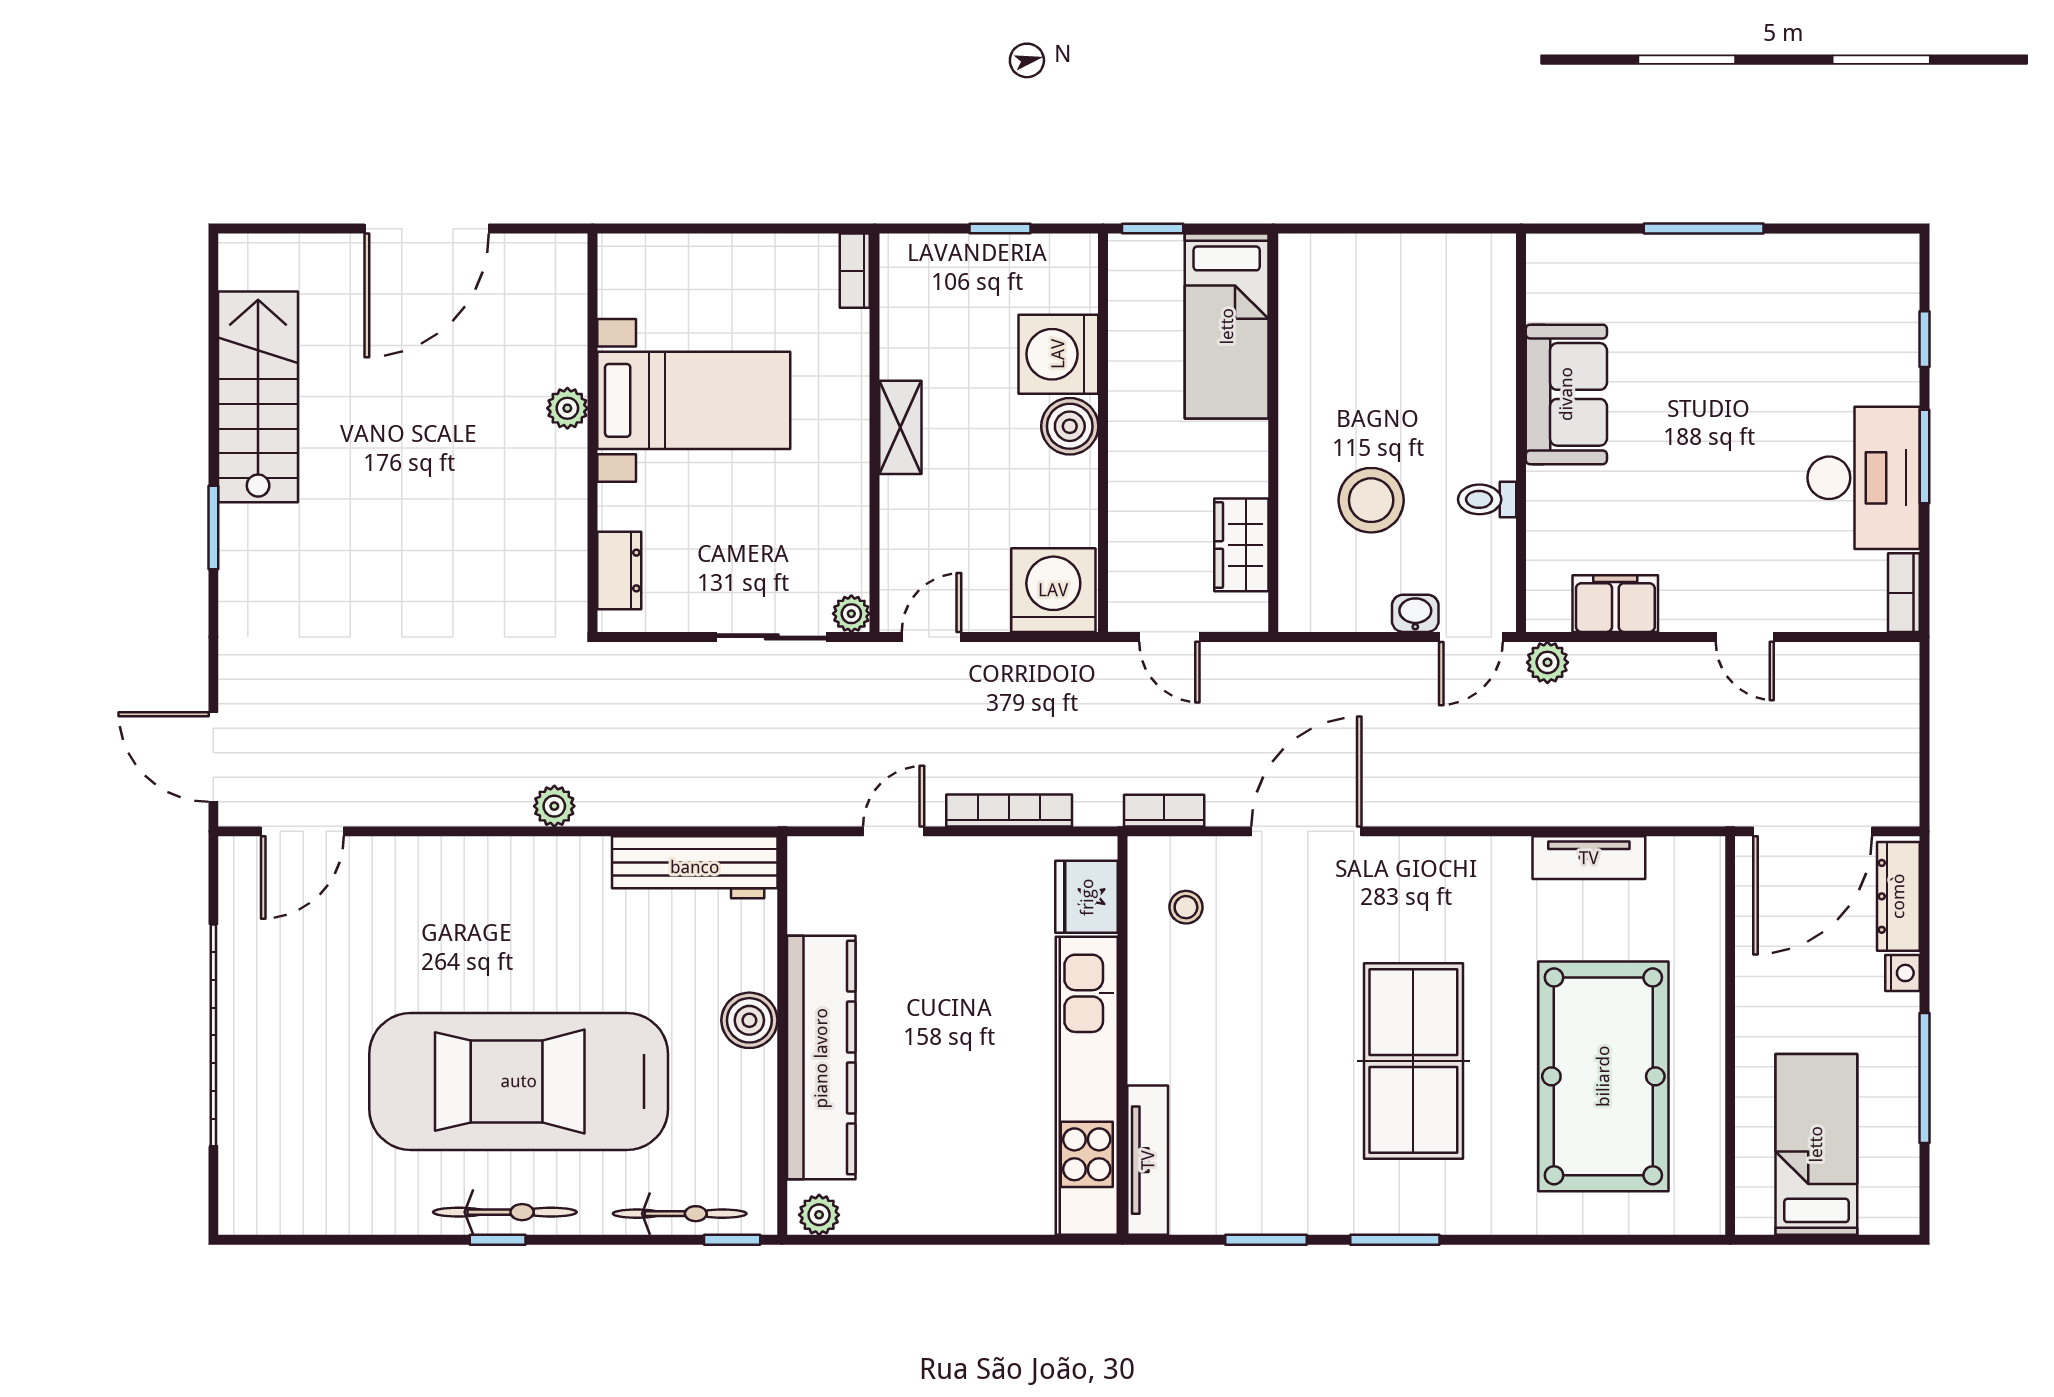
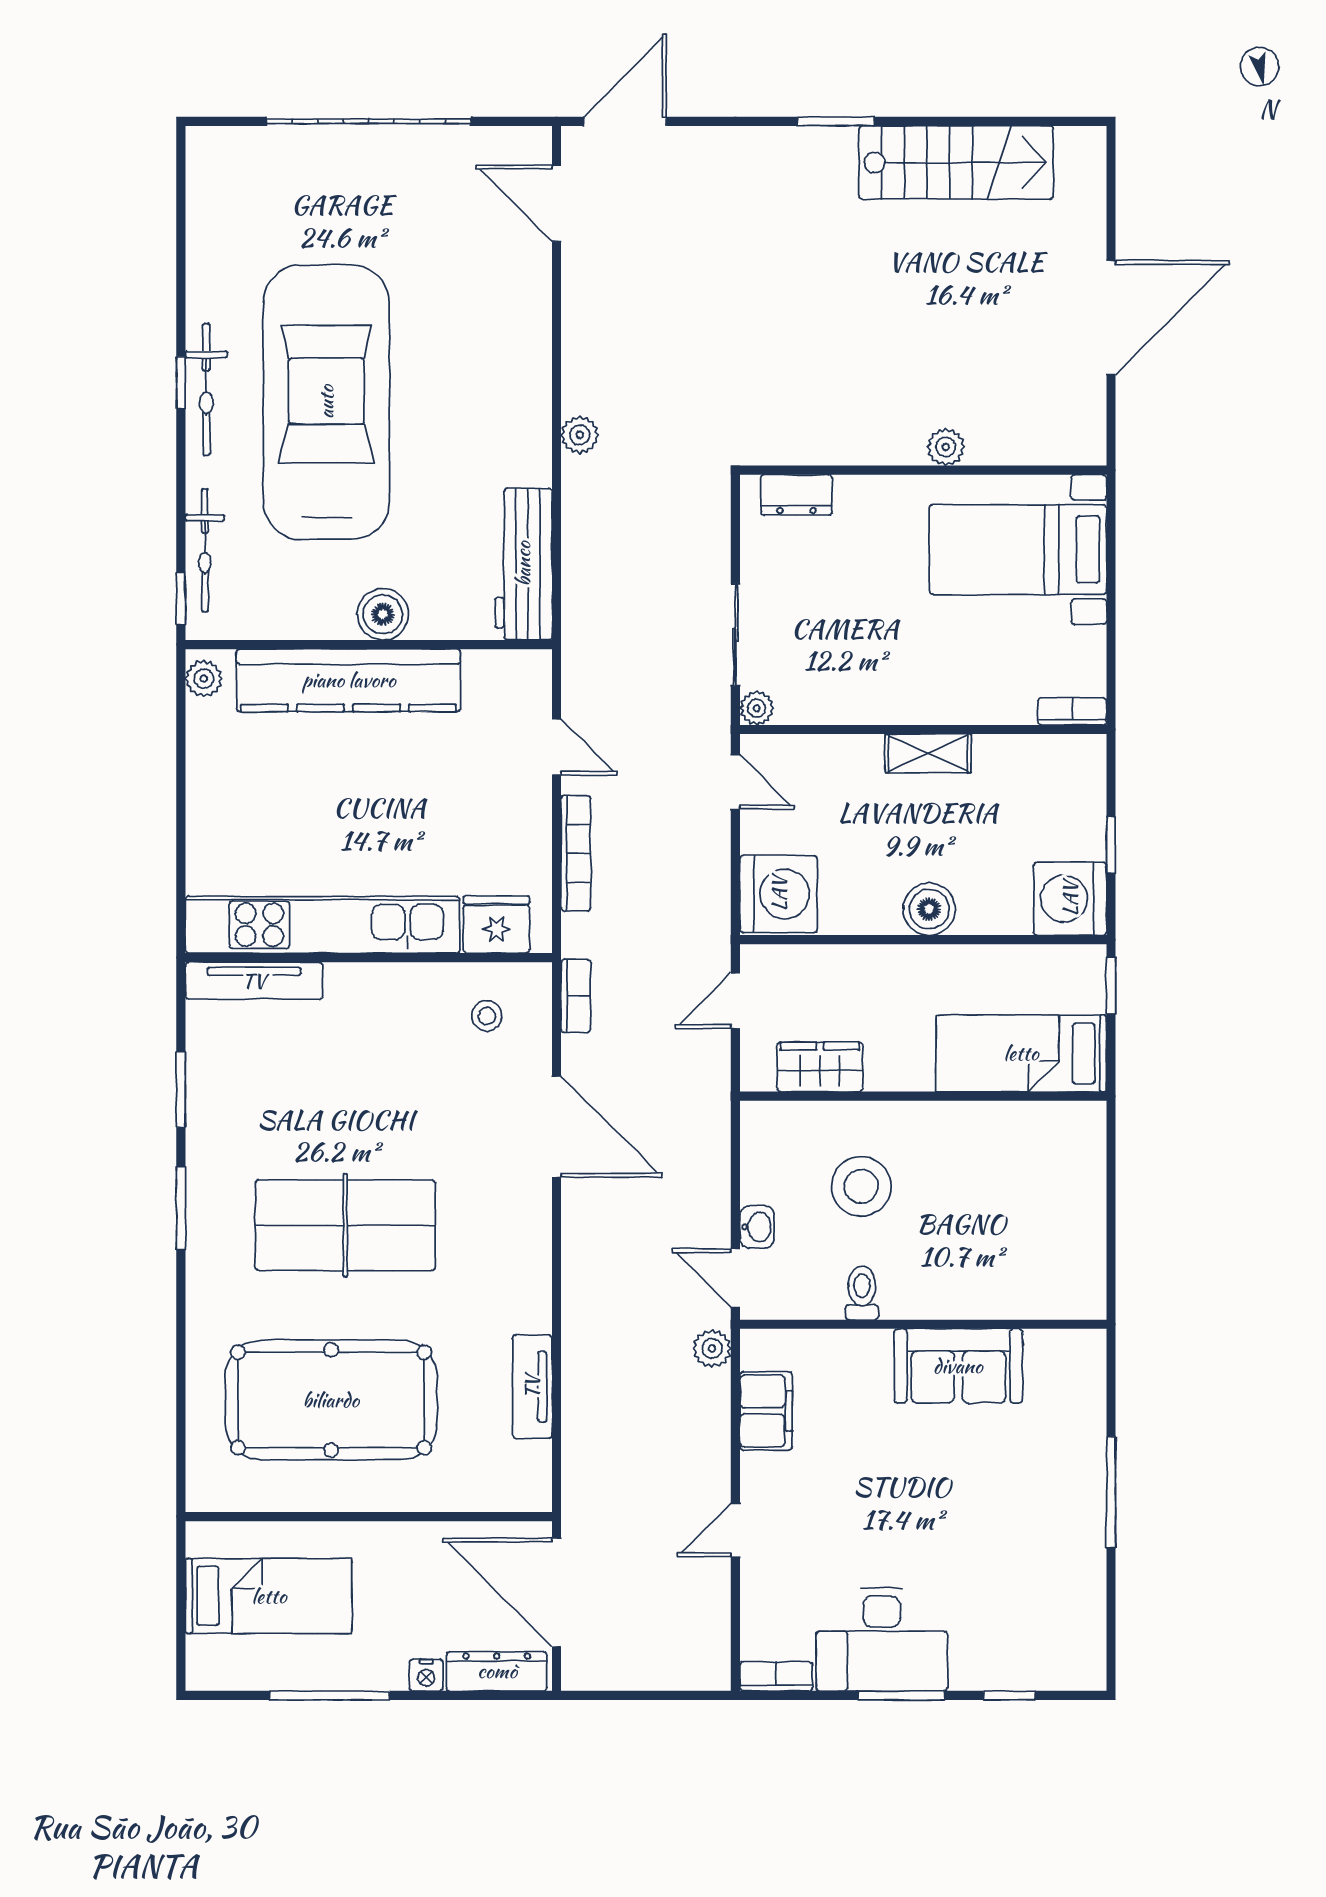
door: (427, 229) -> (1111, 318), swing flipped
washing machine: (1058, 354) -> (1070, 899), moved, turned -90
bed with nightstands: (694, 400) -> (1018, 550), moved, turned 90

